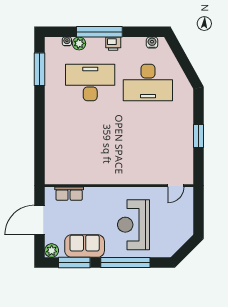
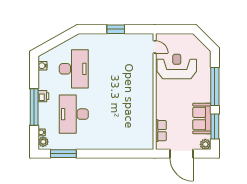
plant: (79, 43) -> (43, 142), moved
reception desk: (133, 225) -> (177, 66), moved, turned 180

